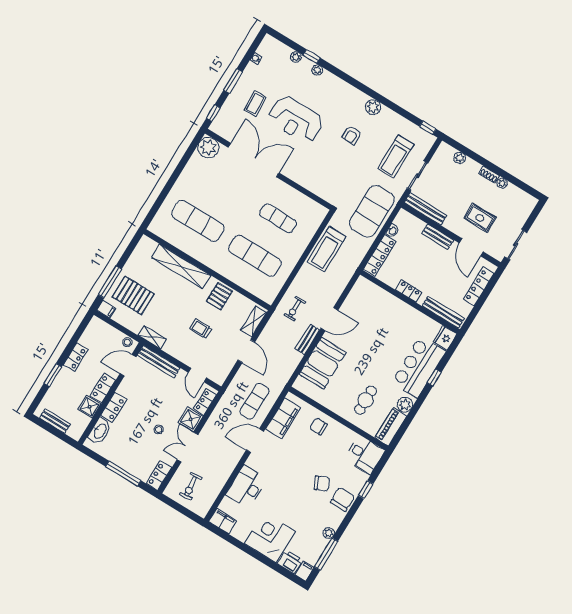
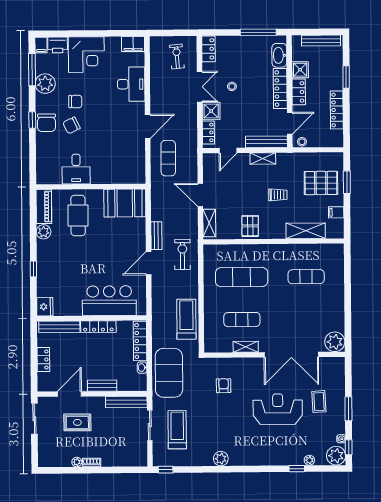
plant: (317, 70) -> (336, 456), moved, width x1.87, depth x1.87
window: (213, 113) -> (349, 447), moved
armchair: (352, 135) -> (224, 386), moved
plant: (460, 158) -> (124, 461), removed
shelving: (290, 192) -> (246, 347), added
exercise mat: (198, 221) -> (306, 277), width x0.73, depth x0.69
door: (471, 247) -> (69, 394), hinge flipped
shelving: (181, 267) -> (306, 231), width x0.68
window: (110, 282) -> (347, 182), width x0.69
locker: (479, 286) -> (43, 360), width x0.66
locker: (409, 291) -> (98, 327), width x1.53
exercise bike: (295, 308) -> (182, 254), width x1.38, depth x1.39
filing cabinet: (106, 309) -> (336, 212), moved
trolley: (201, 329) -> (278, 195), moved
shelving: (152, 337) -> (263, 159), moved
locker: (76, 357) -> (337, 110), width x1.53
booth: (323, 363) -> (125, 203), moved, turned 90
bar counter: (419, 367) -> (109, 301), moved, turned -90
door: (197, 375) -> (228, 150), swing flipped
cafe table: (366, 400) -> (78, 215), width x1.37, depth x1.35
locker: (114, 407) -> (280, 88), width x1.53
filing cabinet: (283, 418) -> (136, 159), removed
bench: (55, 421) -> (321, 41), width x1.36
chair: (319, 426) -> (75, 102), moved
desk: (365, 455) -> (76, 169), moved, turned -90
window: (123, 474) -> (258, 32), moved
window: (366, 490) -> (32, 120), moved
plant: (329, 533) -> (45, 84), width x1.87, depth x1.87

